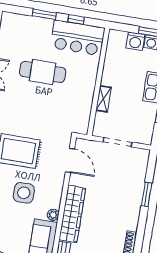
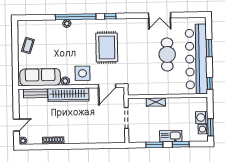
window: (76, 20) -> (210, 83), moved
bar counter: (78, 38) -> (196, 59), width x1.86
side table: (24, 193) -> (82, 73), moved
window: (147, 194) -> (93, 146), removed

